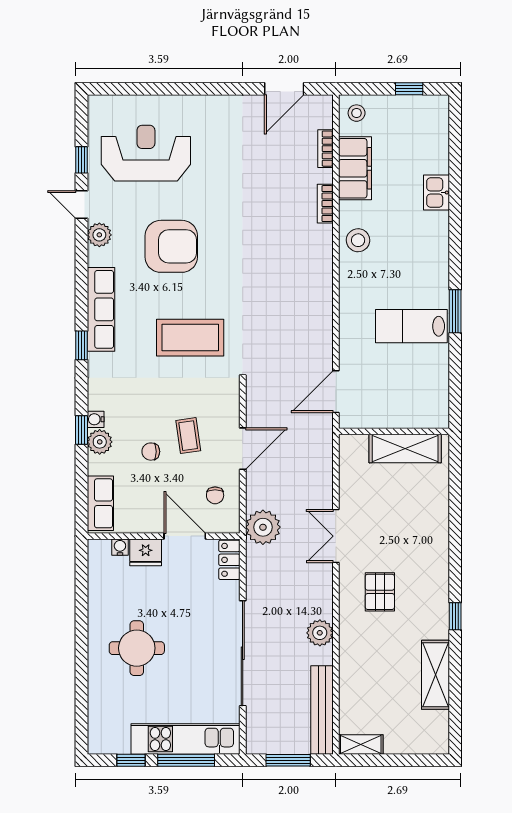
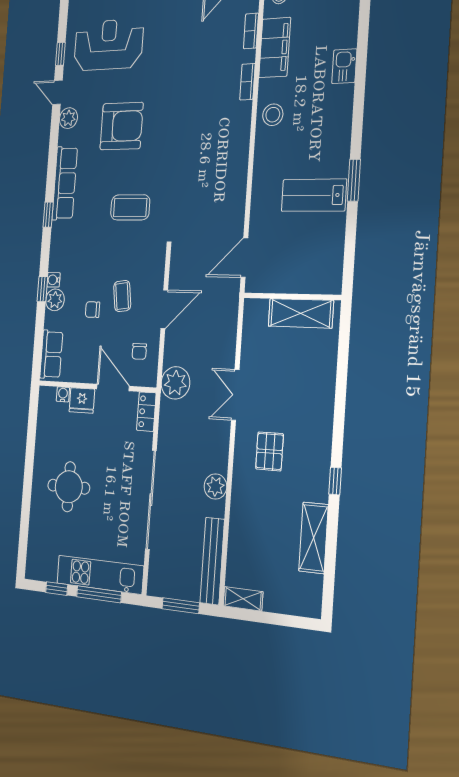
coffee table: (190, 338) -> (130, 207), width x0.73, depth x0.76

